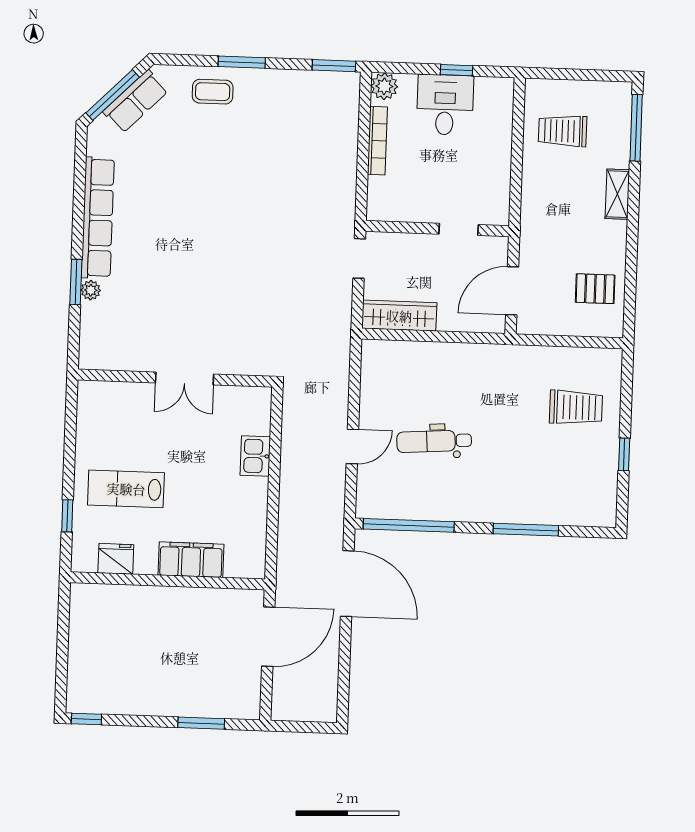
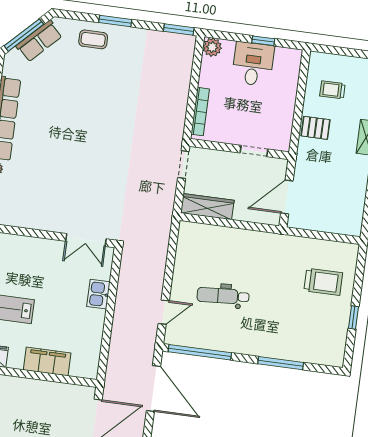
trolley: (563, 131) -> (332, 90), width x0.73, depth x0.72
bookcase: (377, 141) -> (200, 112), moved
pallet: (595, 289) -> (316, 128), moved
double door: (184, 378) -> (86, 240), moved
door: (352, 447) -> (164, 312), moved

